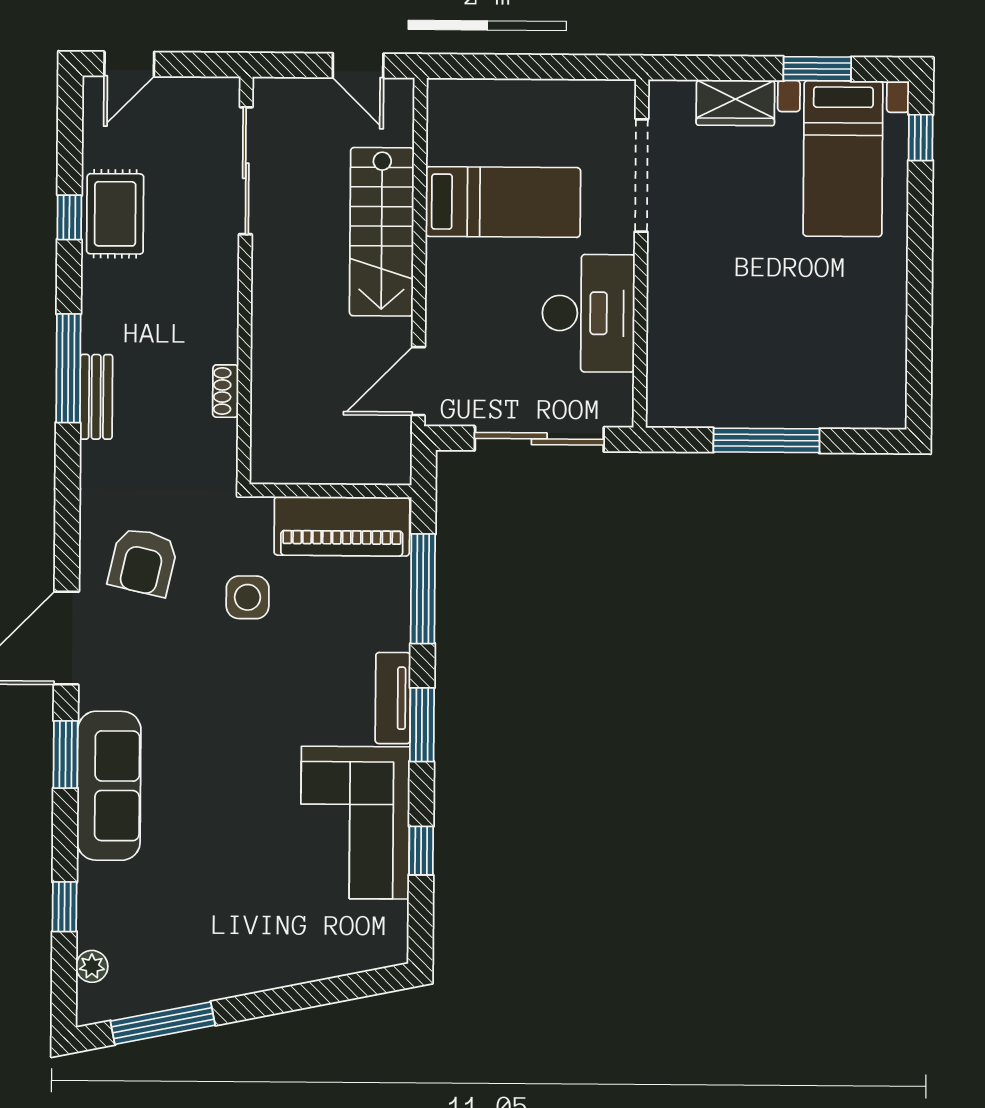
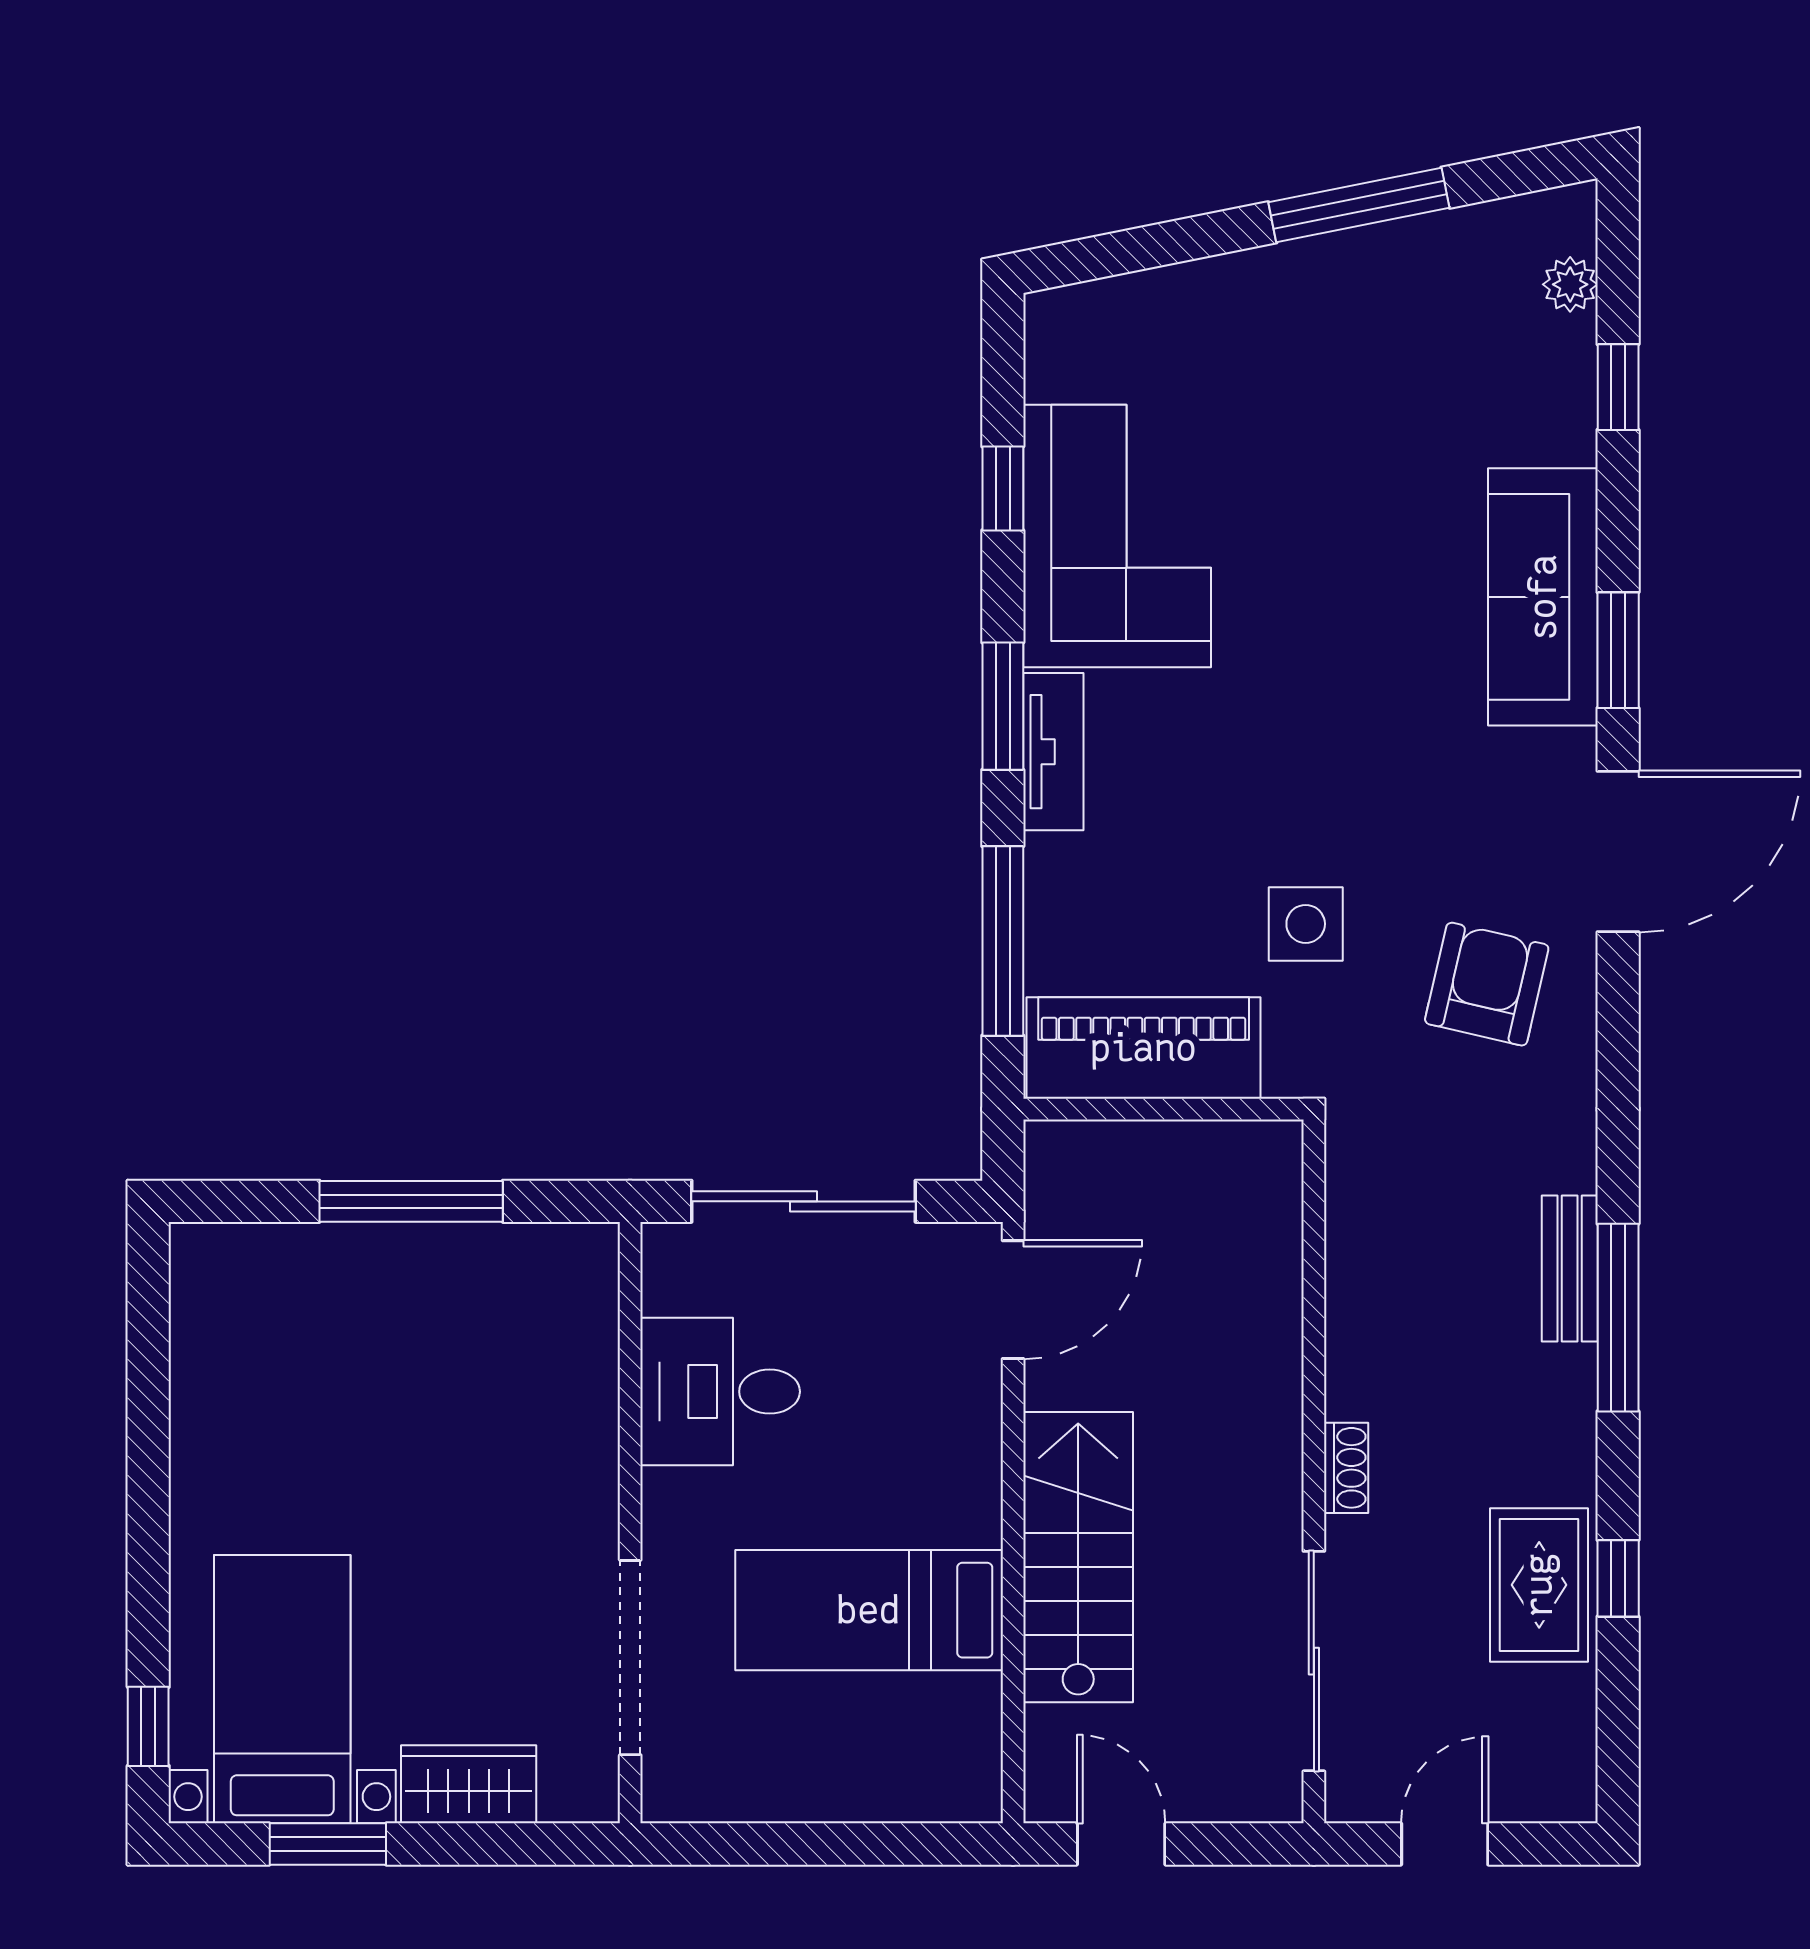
door: (129, 64) -> (1445, 1844), moved
desk: (588, 313) -> (720, 1392), width x0.73
shoe rack: (226, 391) -> (1346, 1468), moved
window: (163, 1023) -> (1359, 205), moved

